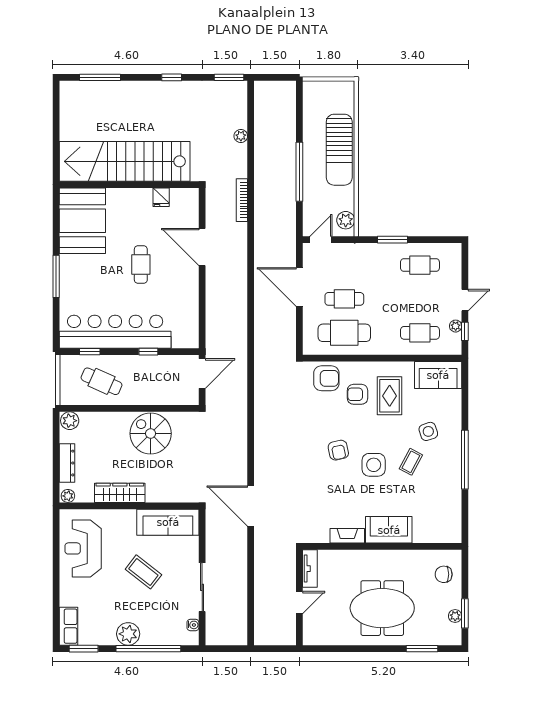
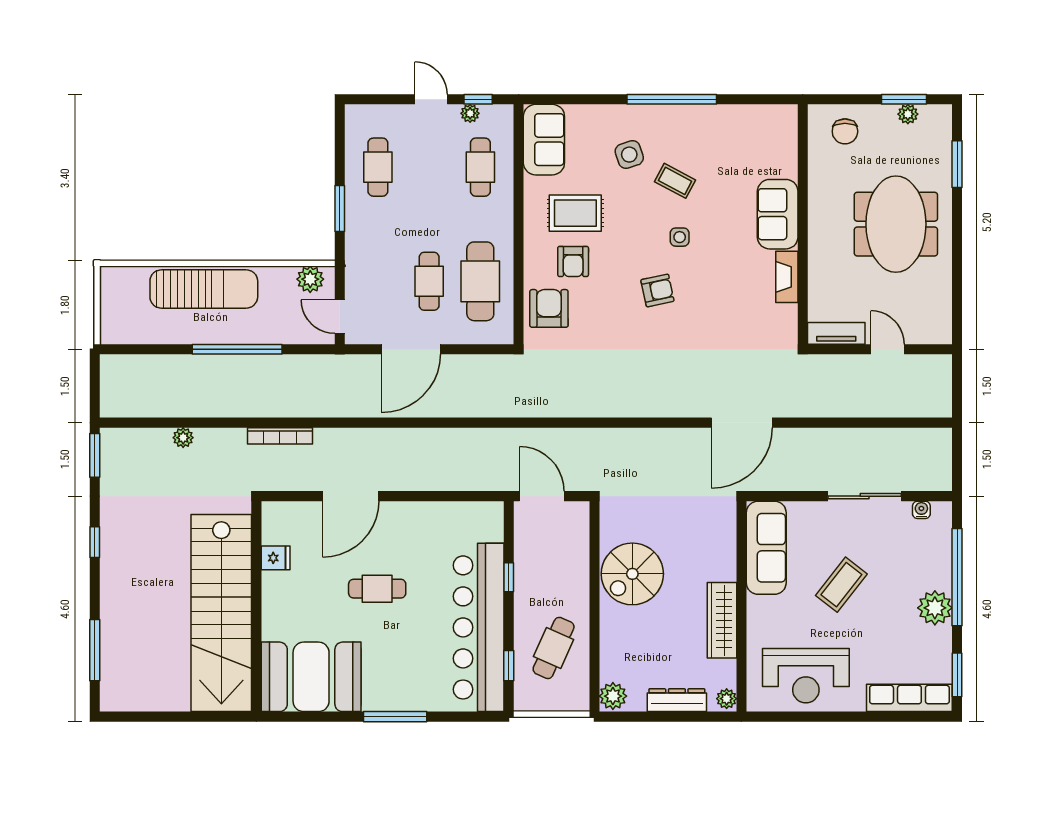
side table: (374, 465) -> (680, 237), width x0.54, depth x0.54
row of seats: (68, 626) -> (909, 698), width x1.48

